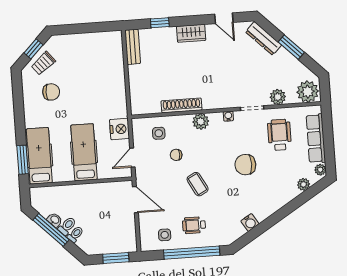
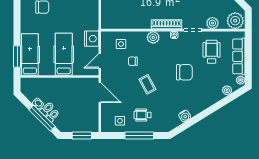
shoe rack: (182, 105) -> (167, 24), moved
chair: (245, 165) -> (184, 72), turned 180
window: (51, 230) -> (42, 118), moved
window: (192, 253) -> (139, 135), width x0.68

